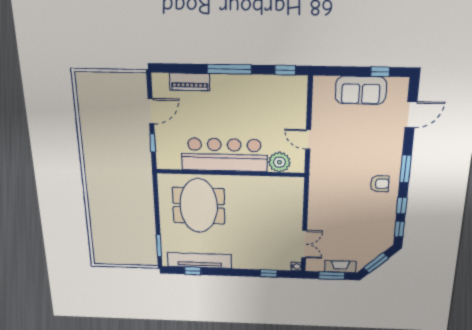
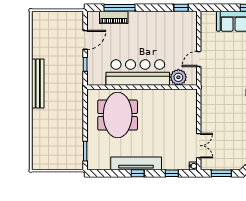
window: (229, 69) -> (119, 8), moved
door: (308, 139) -> (199, 59), hinge flipped
bench: (92, 165) -> (38, 84), added
tv unit: (200, 260) -> (136, 163), moved
fireplace: (340, 267) -> (228, 165), removed
window: (193, 271) -> (138, 173), moved

